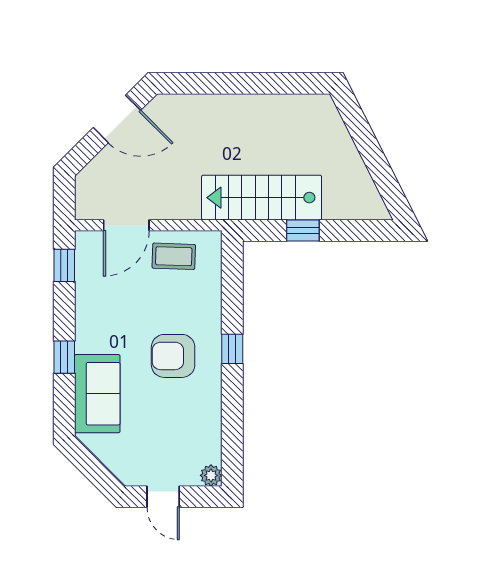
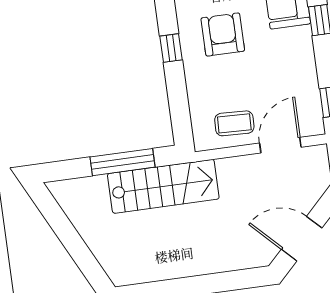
window: (303, 230) -> (122, 162), width x2.17
armchair: (173, 356) -> (223, 35), turned -90

